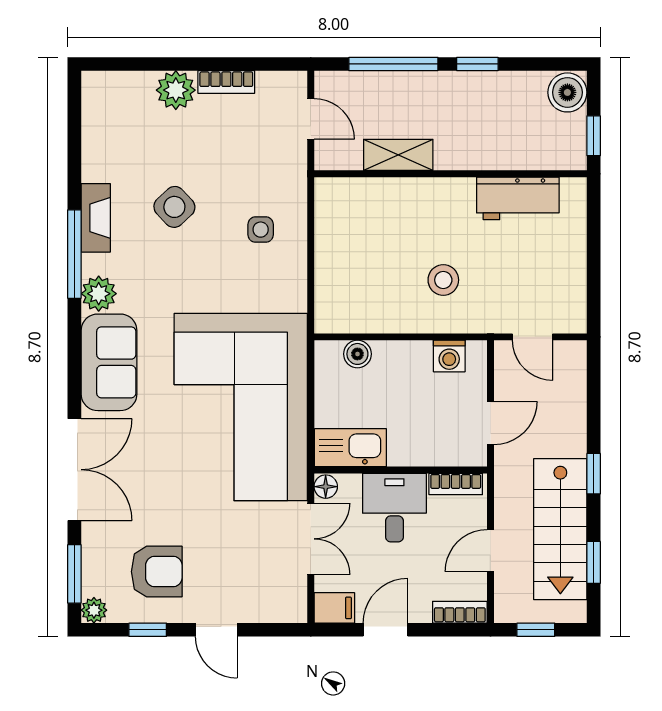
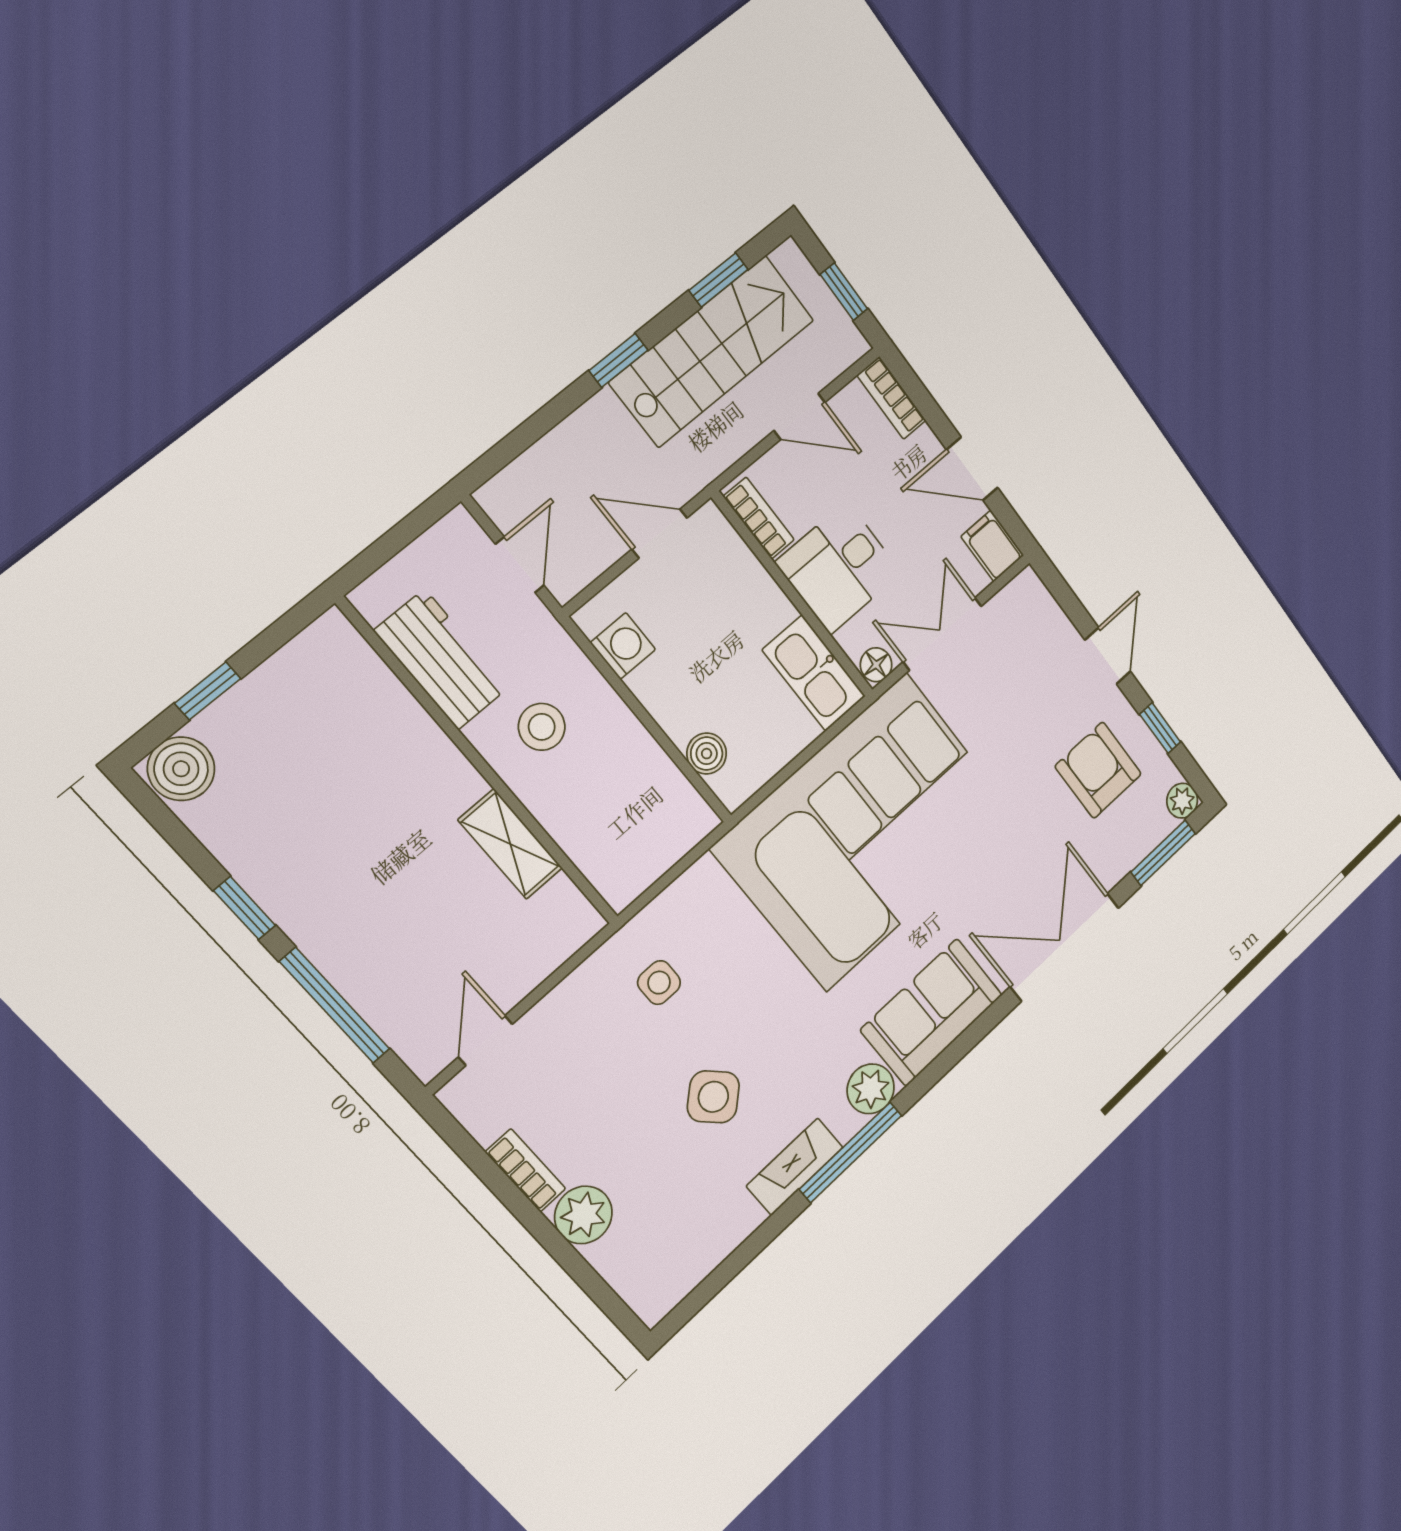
shelving: (398, 155) -> (510, 844), moved
wall: (450, 174) -> (480, 764), moved
workbench: (518, 198) -> (441, 660), moved

